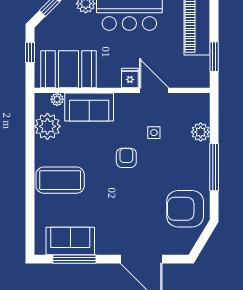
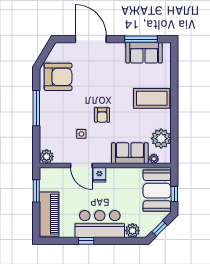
booth: (68, 69) -> (157, 191), moved, turned 90
plant: (201, 132) -> (47, 157), moved

